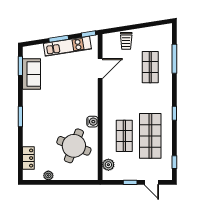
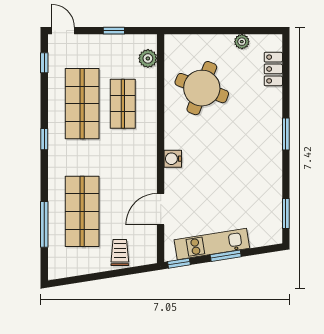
shop shelf: (150, 67) -> (82, 211), width x1.43, depth x1.36
sofa: (31, 74) -> (268, 201), removed
water cooler: (92, 122) -> (173, 159), moved
door: (151, 182) -> (63, 31), moved

